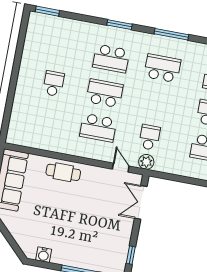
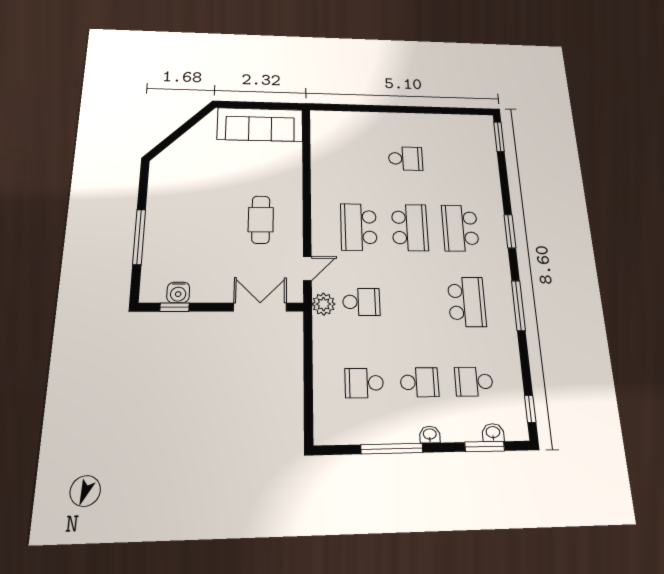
cafe table: (63, 172) -> (261, 220), moved
water cooler: (44, 255) -> (178, 292), moved, turned -90

